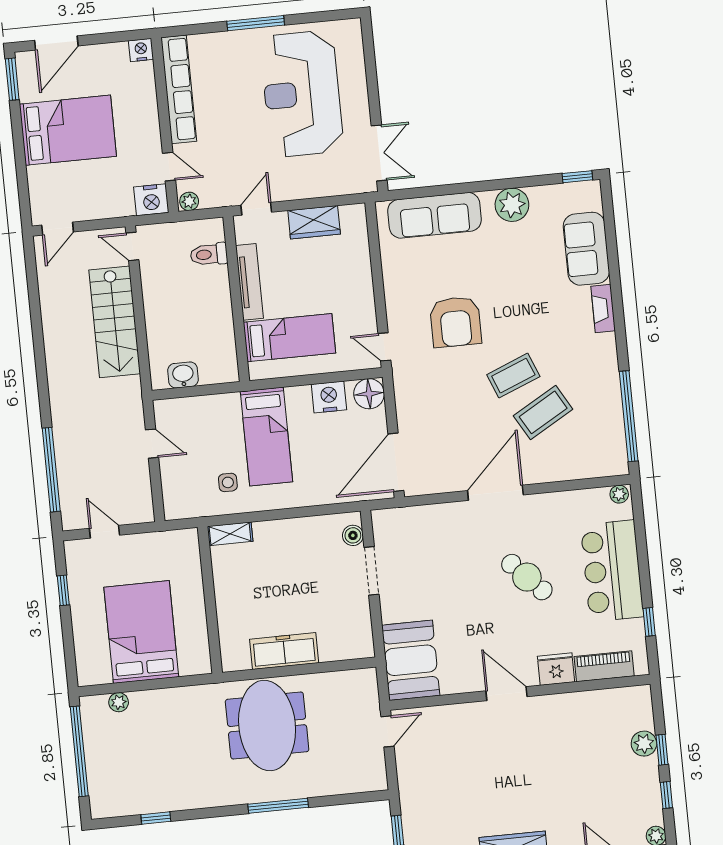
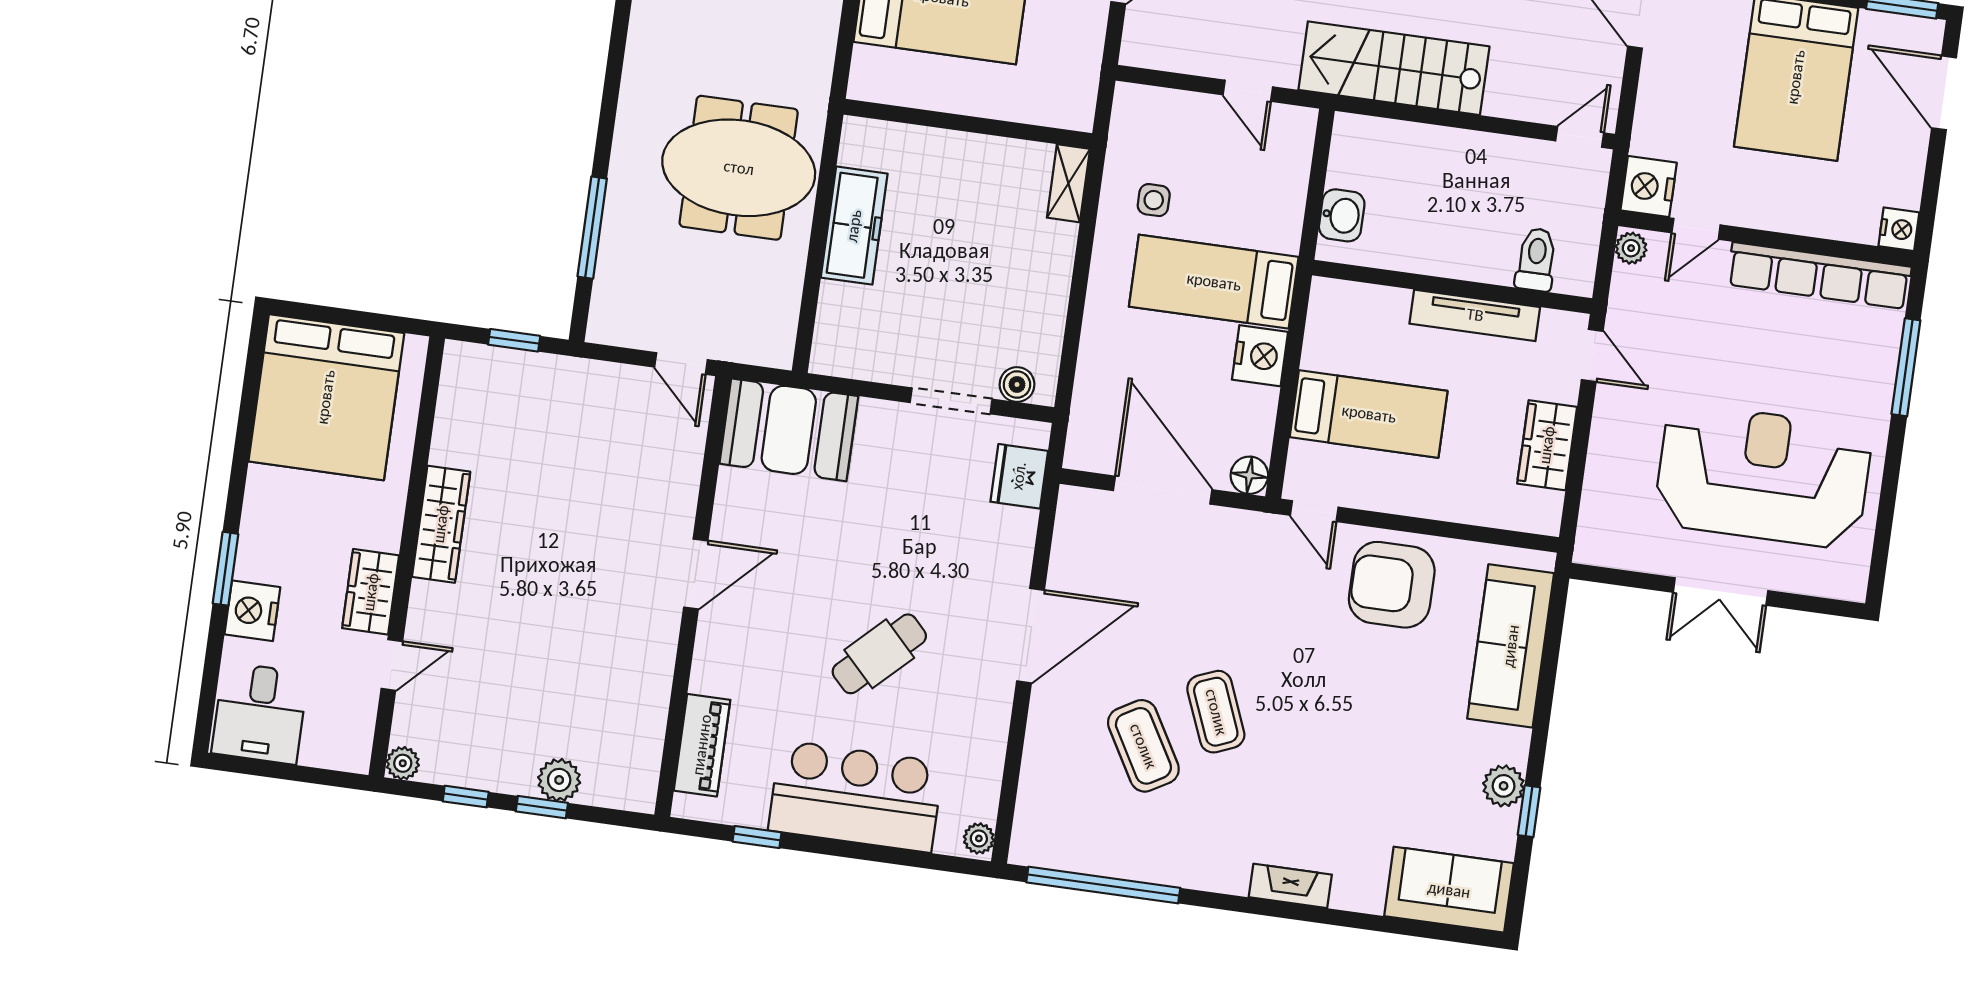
window: (256, 23) -> (1906, 367), moved
double door: (379, 153) -> (1721, 591), moved
window: (577, 177) -> (1529, 811), moved
plant: (512, 205) -> (1504, 786), width x0.73, depth x0.73
sofa: (586, 249) -> (1449, 890), moved
stairs: (115, 322) -> (1394, 68), moved
armchair: (455, 322) -> (1392, 585), moved
bed: (289, 338) -> (1369, 414), moved, turned -90
door: (384, 347) -> (1314, 511), swing flipped
washbasin: (183, 375) -> (1342, 215), moved
floor lamp: (369, 394) -> (1249, 475), width x0.73, depth x0.73
nightstand: (329, 397) -> (1260, 356), moved
door: (152, 444) -> (1248, 91), hinge flipped
door: (396, 462) -> (1163, 490), moved
door: (495, 493) -> (1030, 636), hinge flipped
fridge: (556, 669) -> (1019, 476), moved, turned 180
window: (278, 806) -> (592, 228), moved

